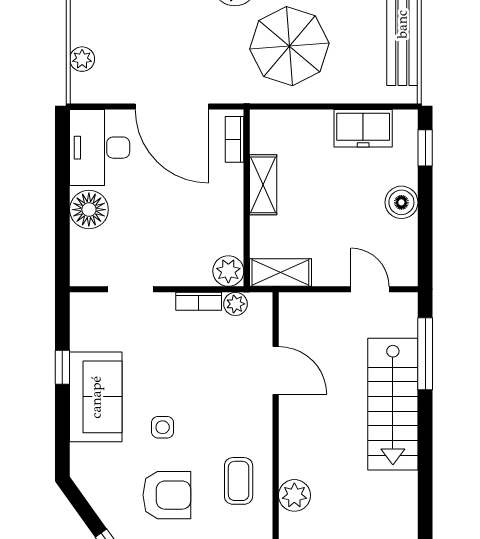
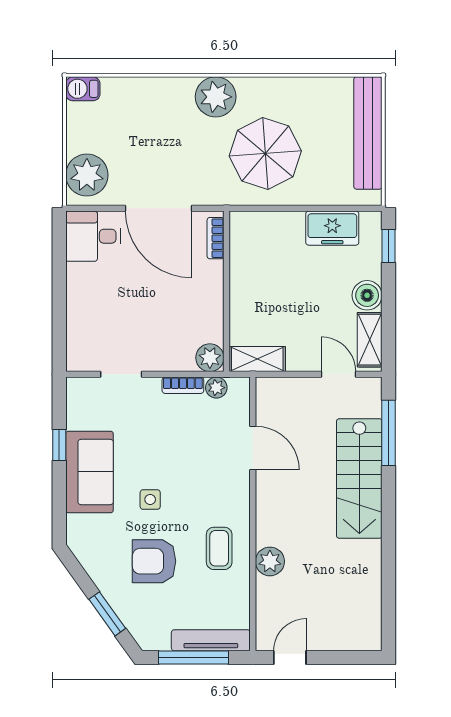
plant: (82, 59) -> (87, 175), width x1.87, depth x1.87
desk: (100, 148) -> (93, 236), width x0.73
shelving: (263, 185) -> (370, 340), moved
floor lamp: (89, 210) -> (83, 302), removed
armchair: (167, 495) -> (154, 561), turned 180

